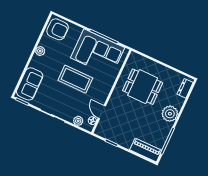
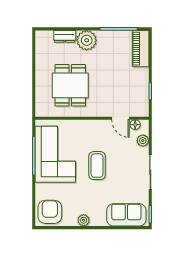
coffee table: (75, 79) -> (97, 166), width x0.73, depth x0.76
dresser: (185, 88) -> (65, 36), moved
door: (102, 112) -> (121, 118), hinge flipped

